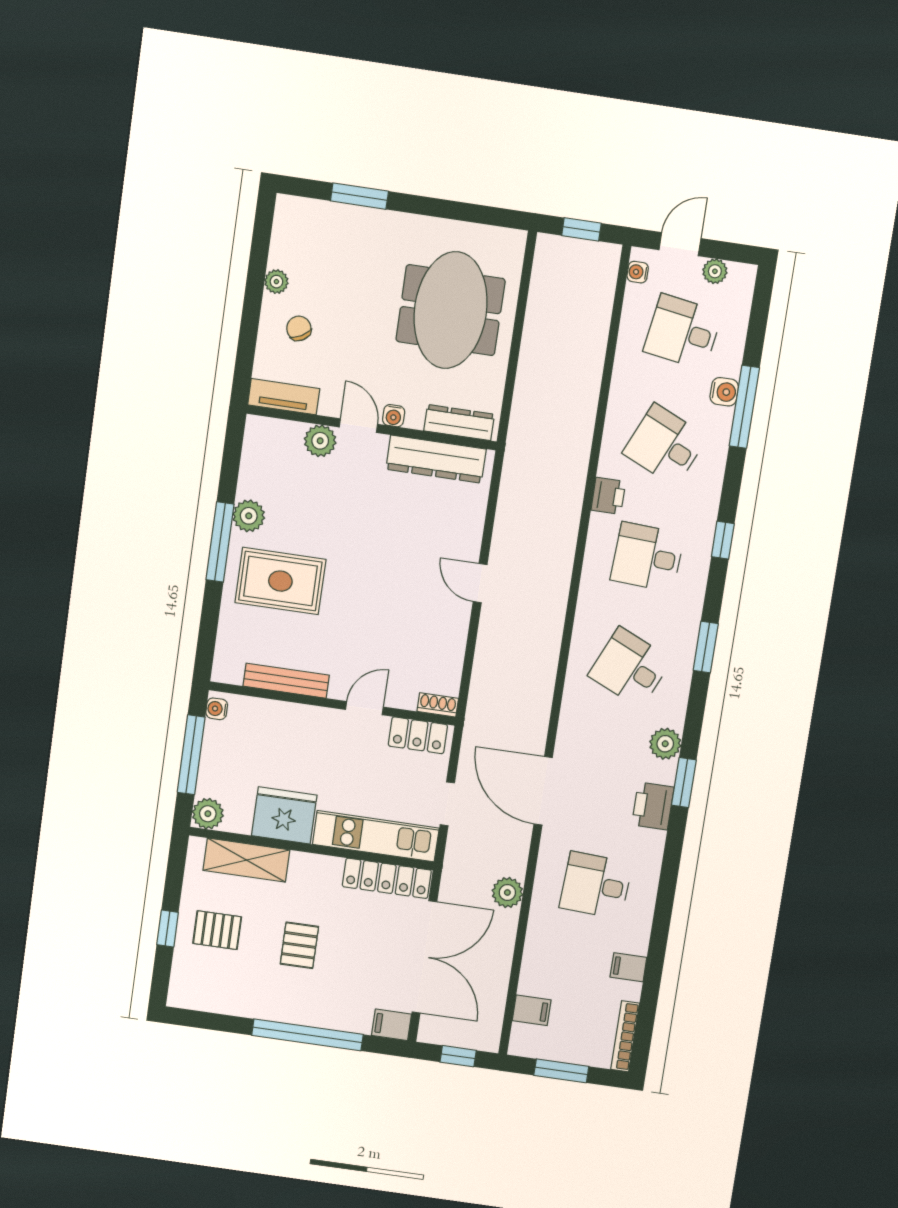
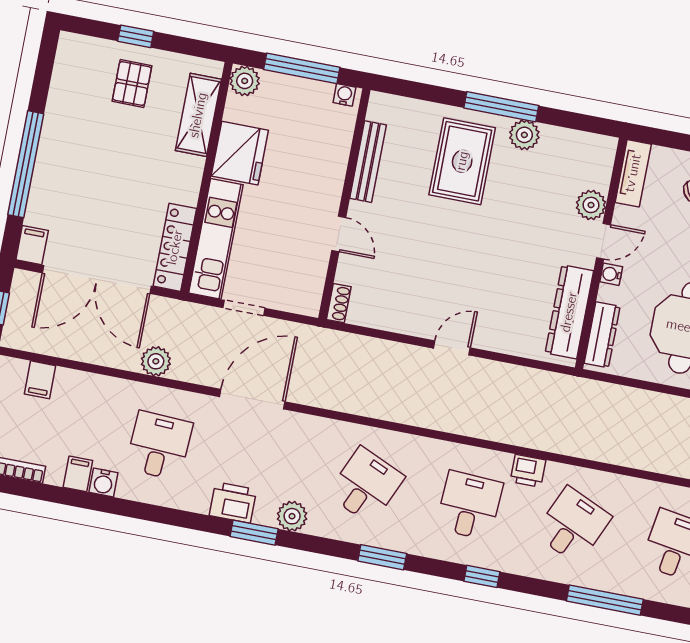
water cooler: (724, 392) -> (103, 482), moved
locker: (418, 735) -> (311, 283), removed
pallet: (299, 945) -> (114, 161), removed

